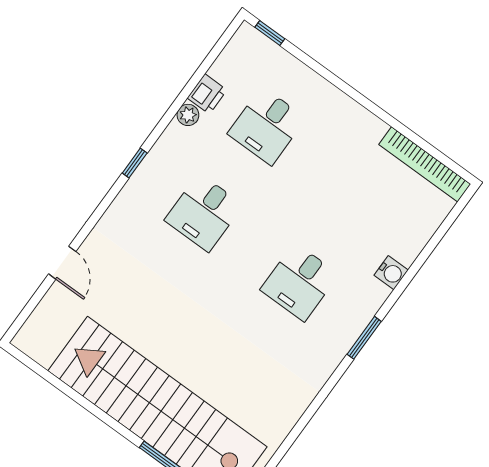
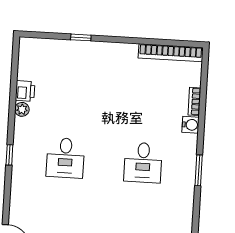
window: (270, 33) -> (81, 37), moved
desk: (267, 126) -> (70, 88), removed
bookcase: (415, 246) -> (194, 101), added

